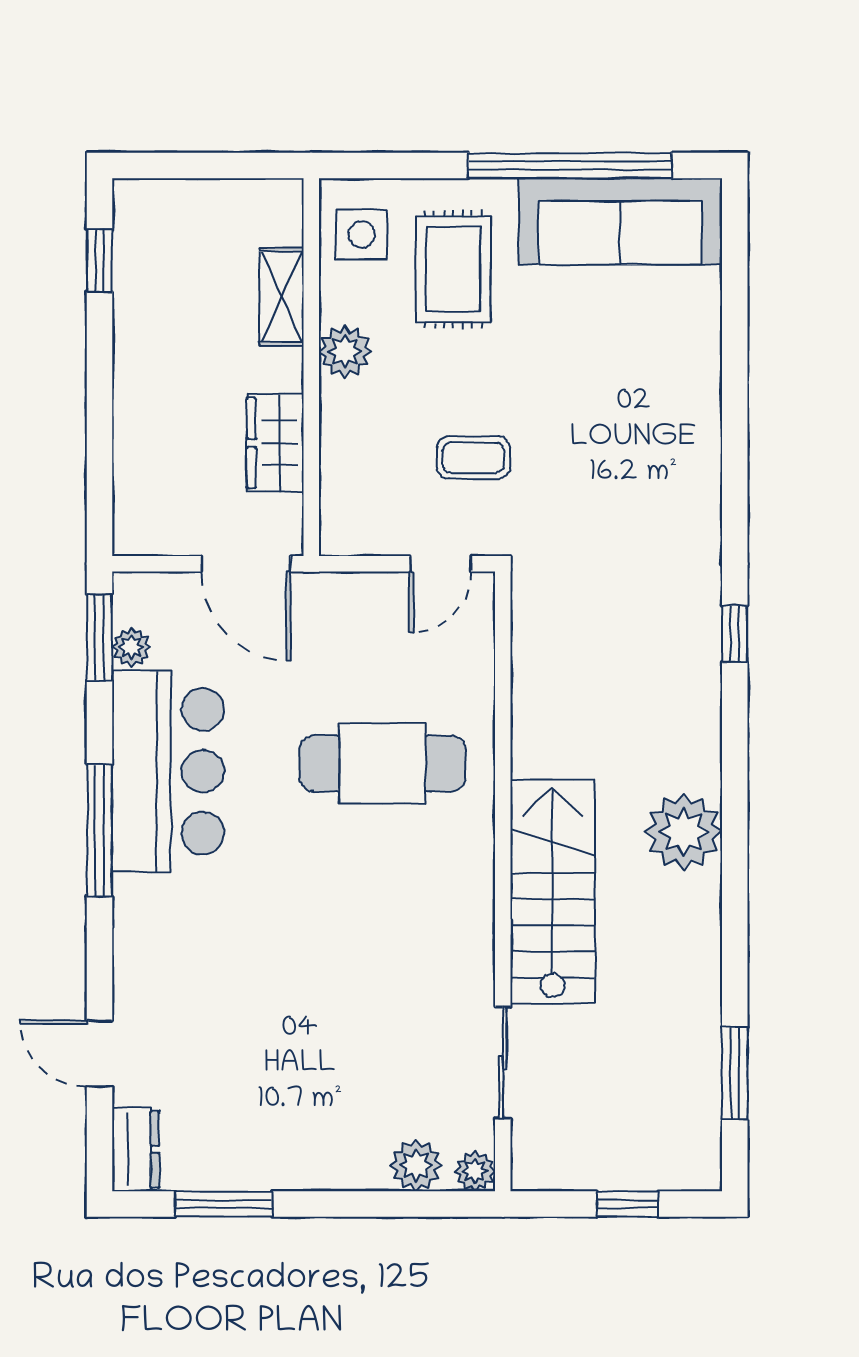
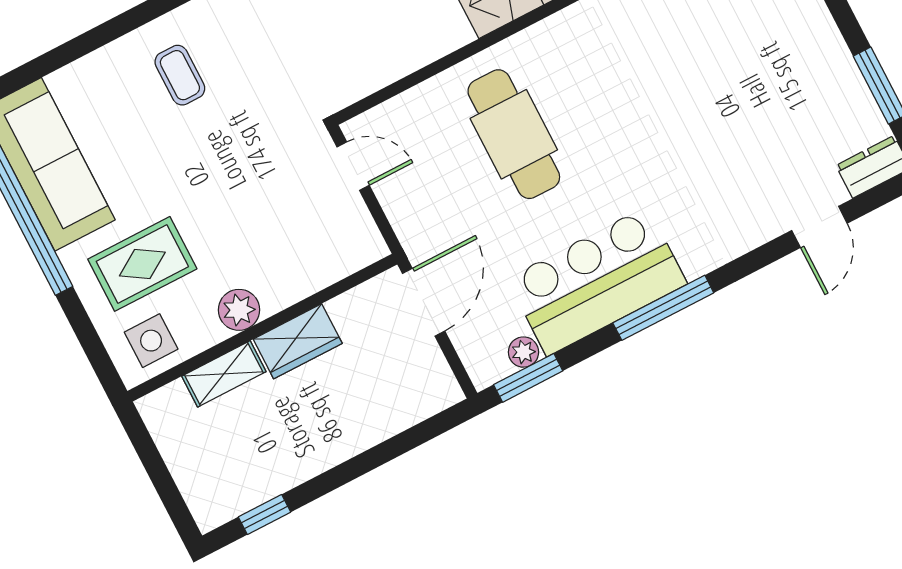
wardrobe: (275, 443) -> (298, 341), moved
coffee table: (473, 458) -> (180, 75), moved

